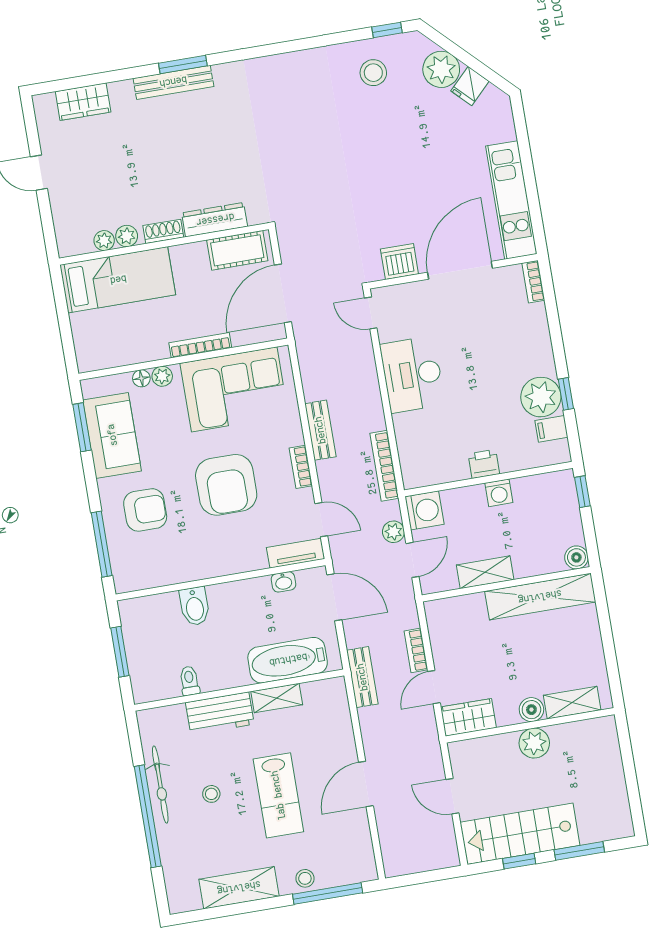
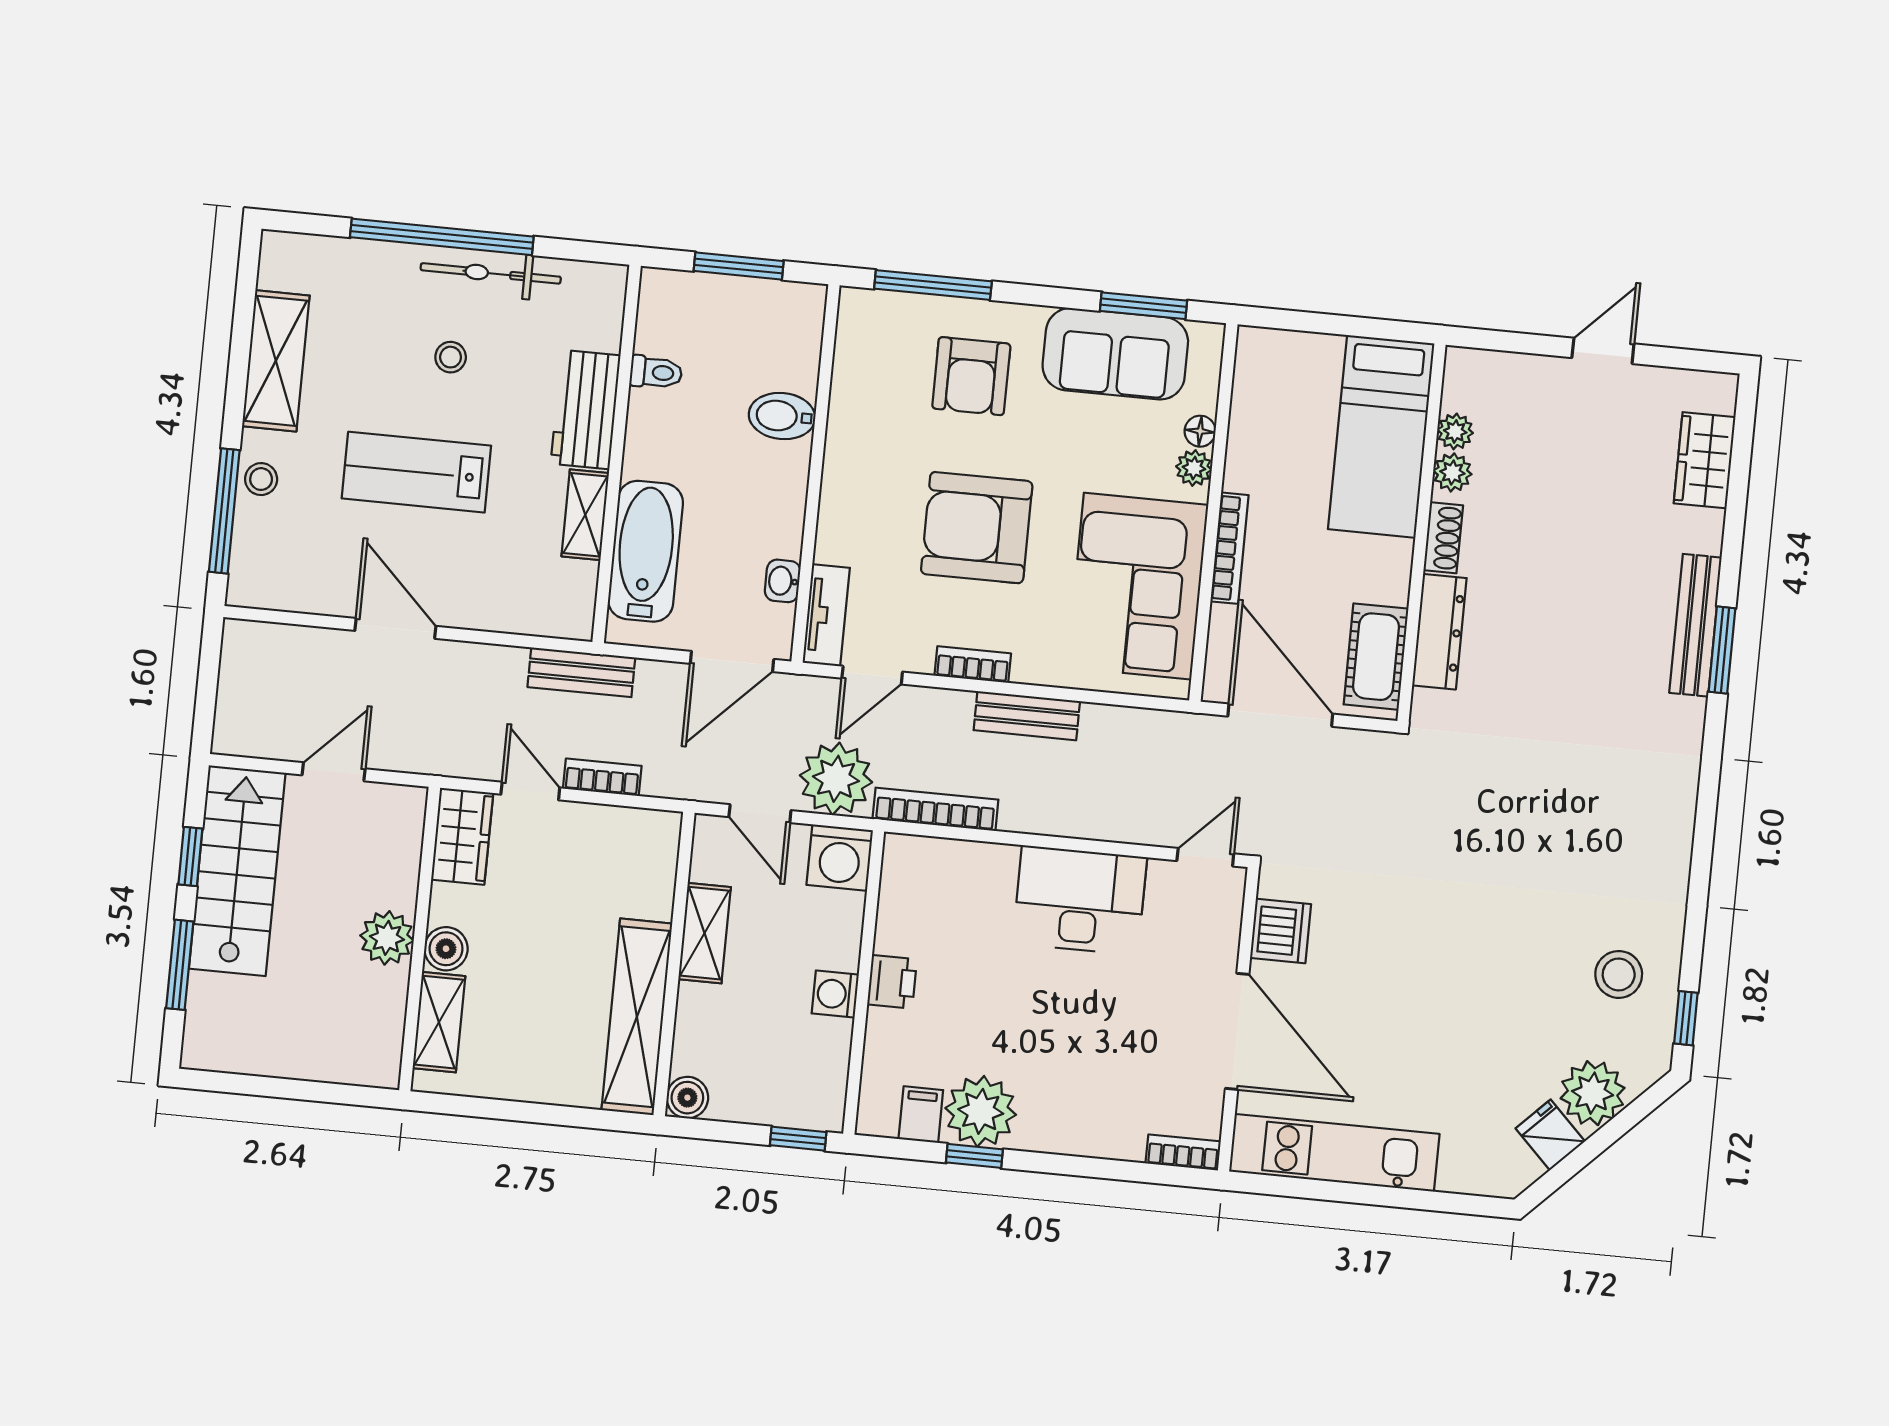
plant: (393, 532) -> (836, 779), width x1.88, depth x1.88

